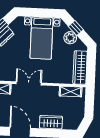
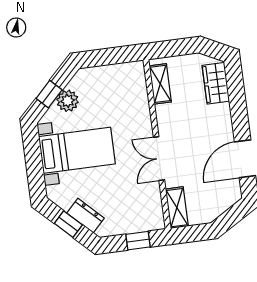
wardrobe: (80, 68) -> (116, 75), removed
wardrobe: (51, 122) -> (216, 83), moved

